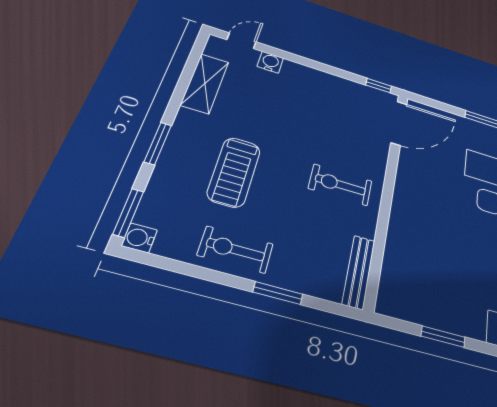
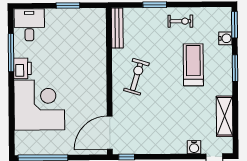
exercise bike: (340, 185) -> (136, 77), turned -73
water cooler: (139, 238) -> (225, 38), moved
exercise bike: (236, 250) -> (180, 21), width x0.73, depth x0.72

